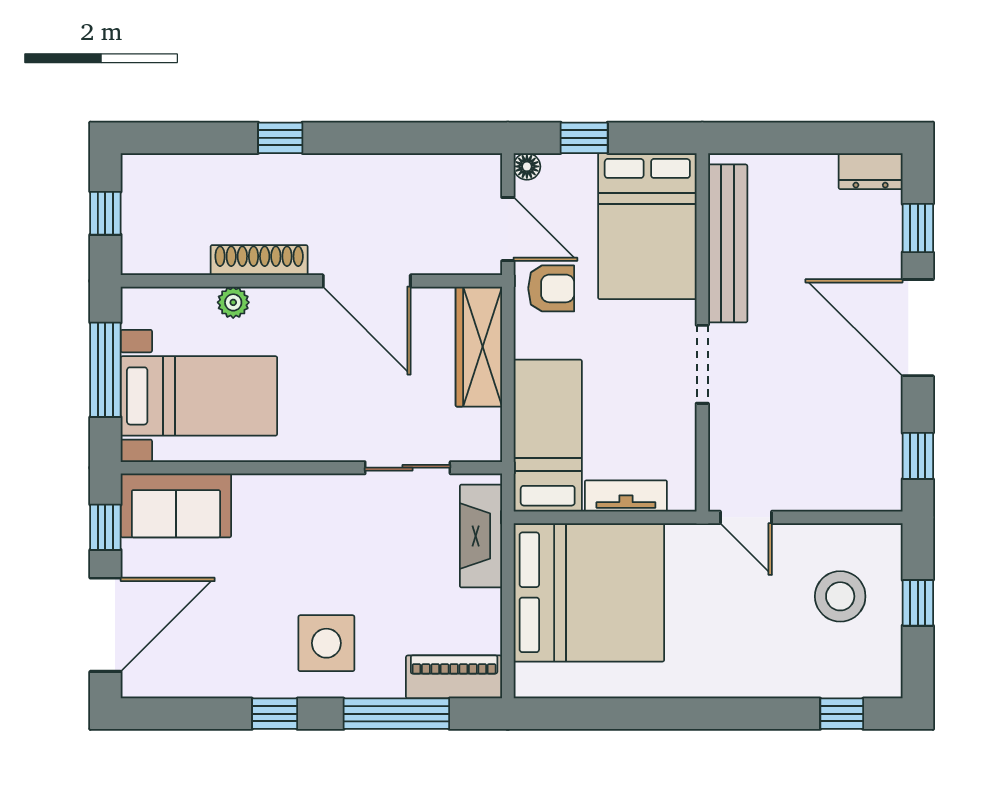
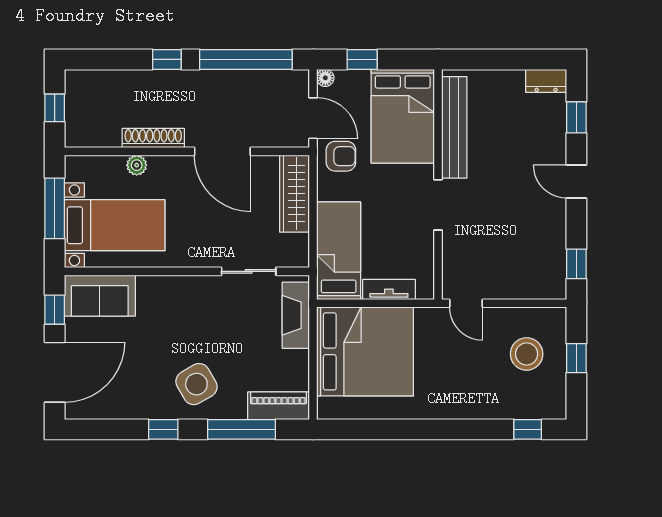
window: (403, 138) -> (246, 59), added
door: (918, 328) -> (576, 181), width x0.53
side table: (326, 643) -> (196, 384), turned -30

